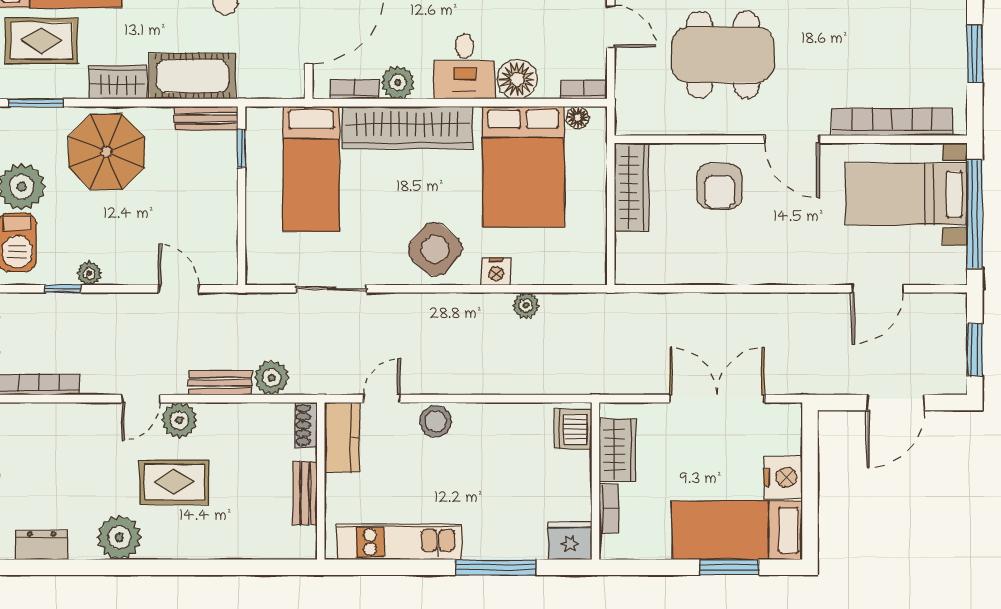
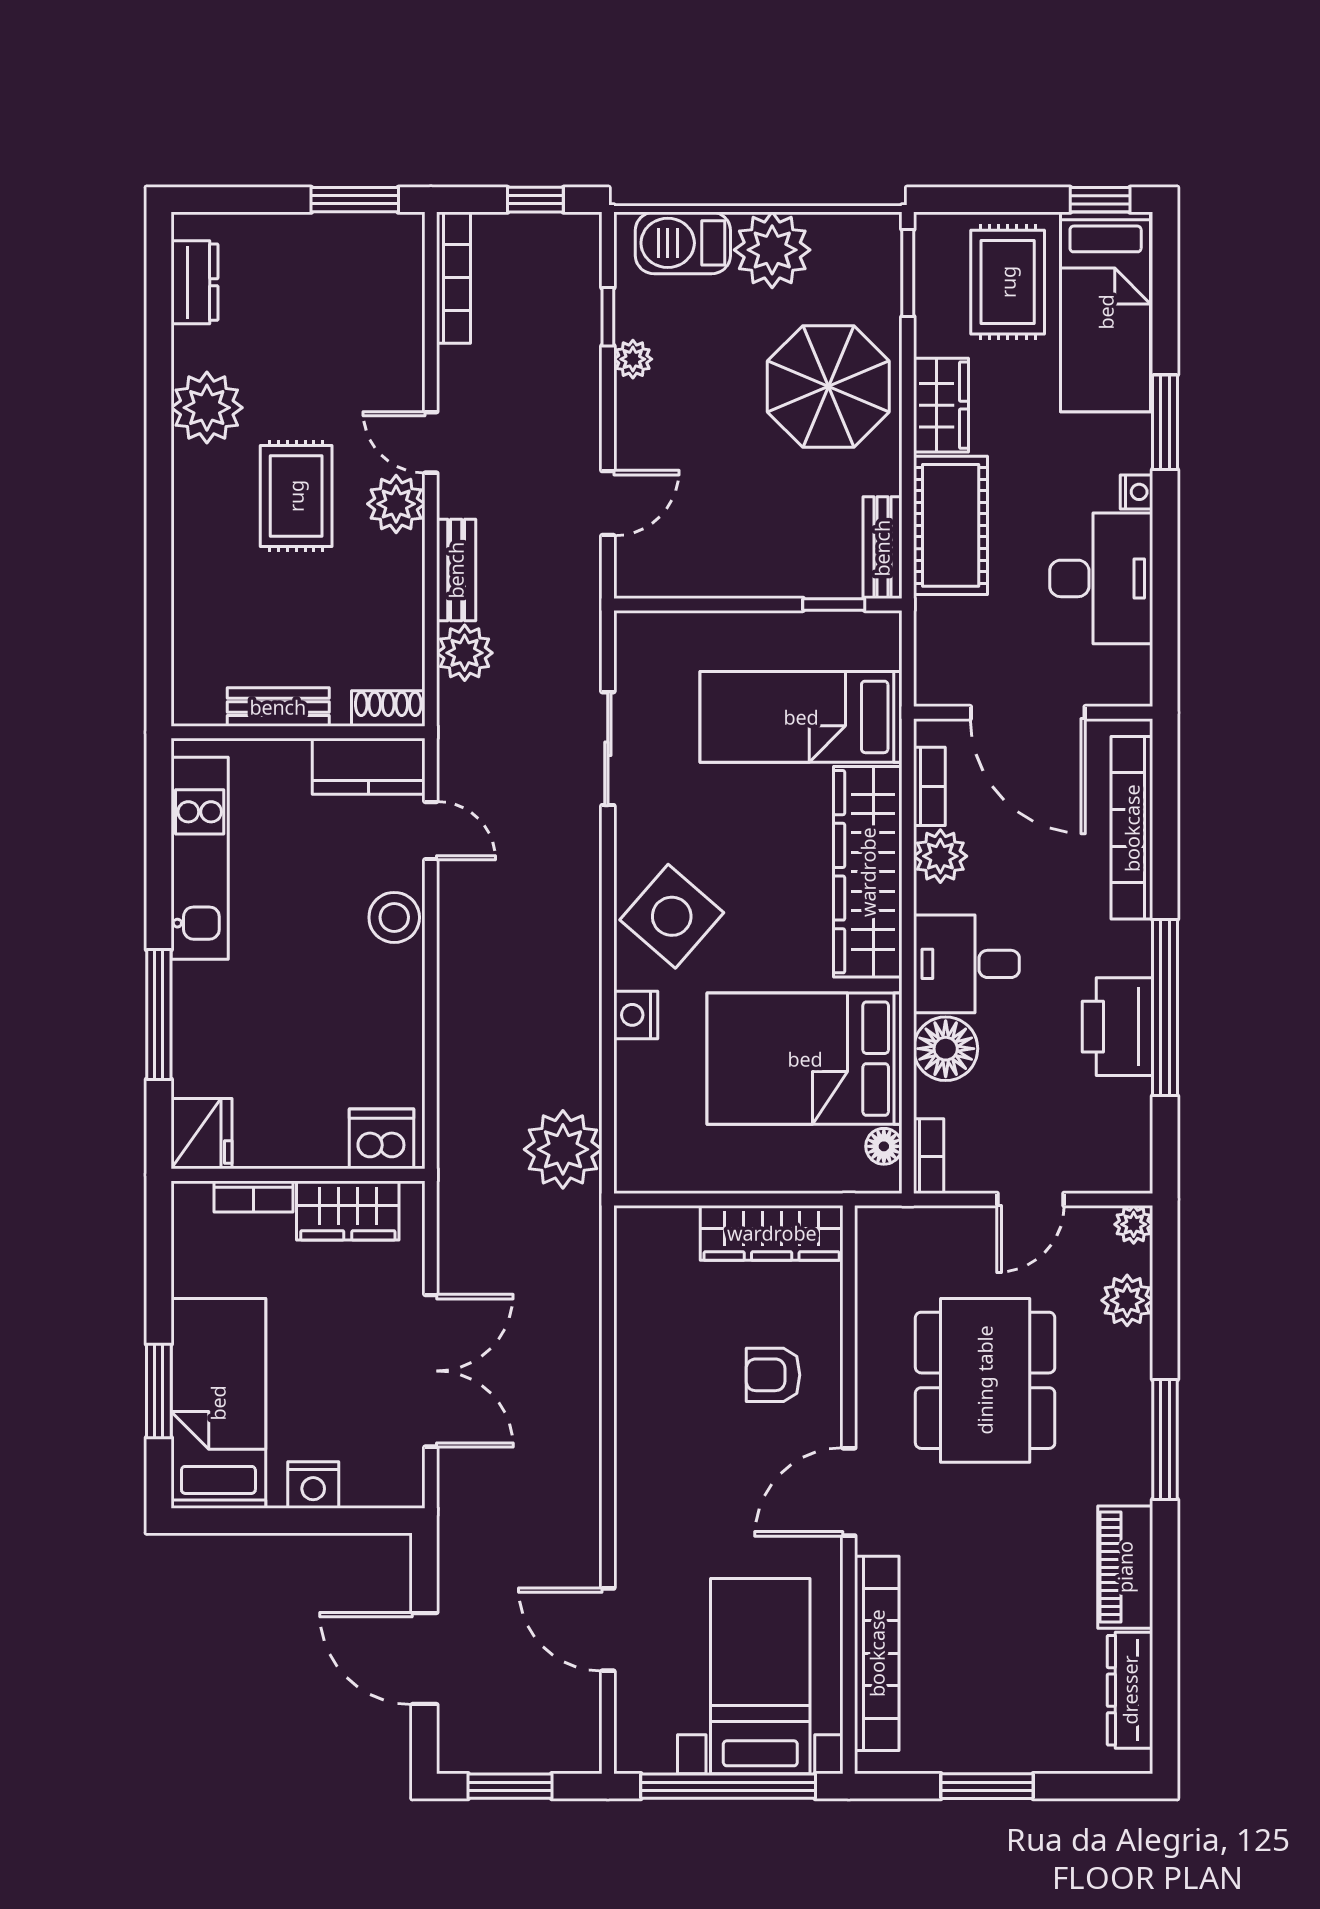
armchair: (720, 186) -> (773, 1375), width x0.72, depth x0.72
plant: (526, 305) -> (563, 1149), moved, width x1.88, depth x1.88
nightstand: (783, 477) -> (313, 1485), width x0.74, depth x0.75

